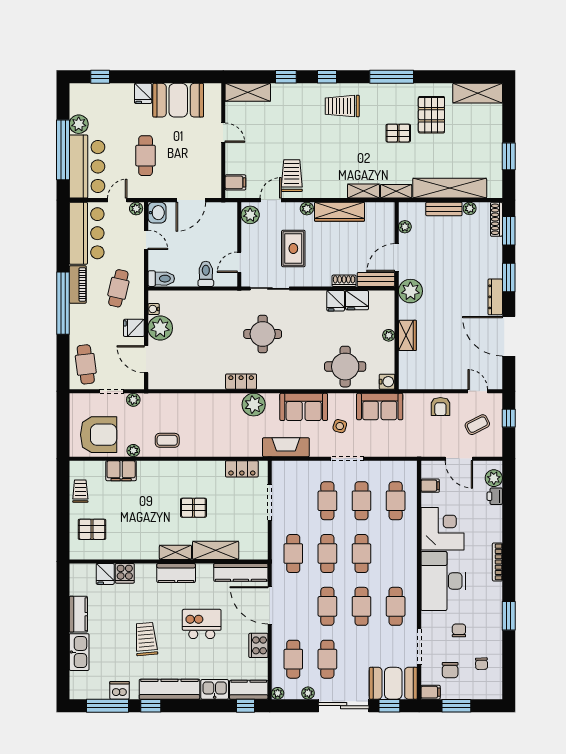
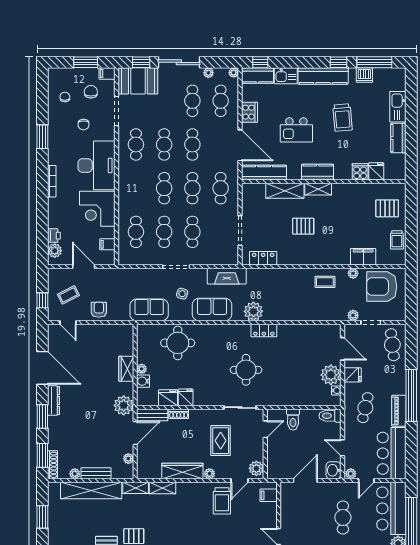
water cooler: (387, 382) -> (143, 381), moved

